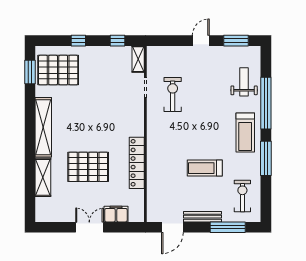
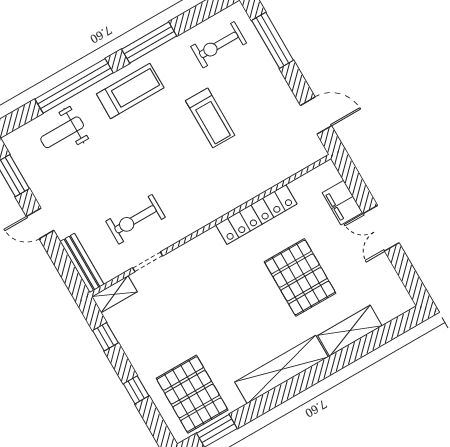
bench: (203, 217) -> (82, 263), moved

